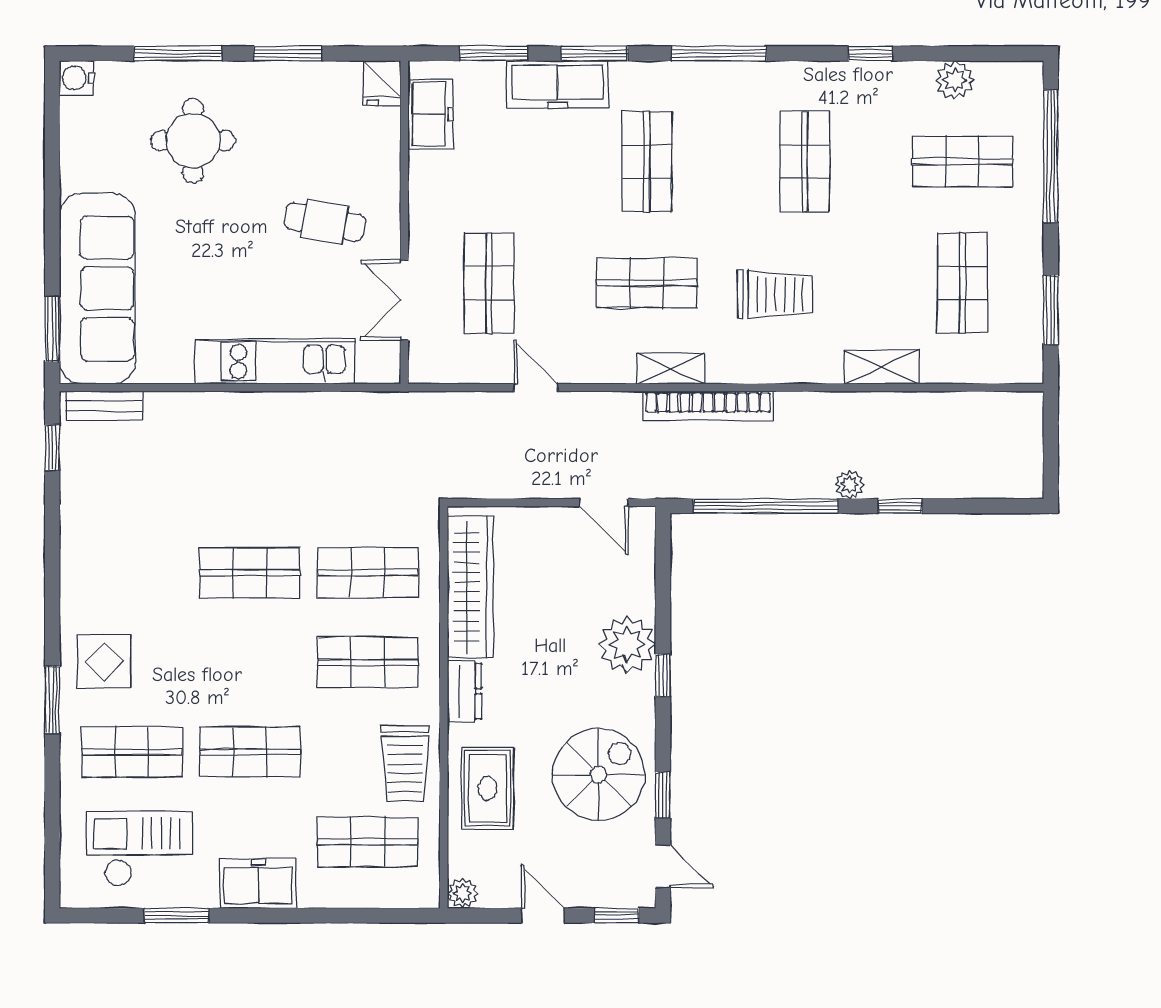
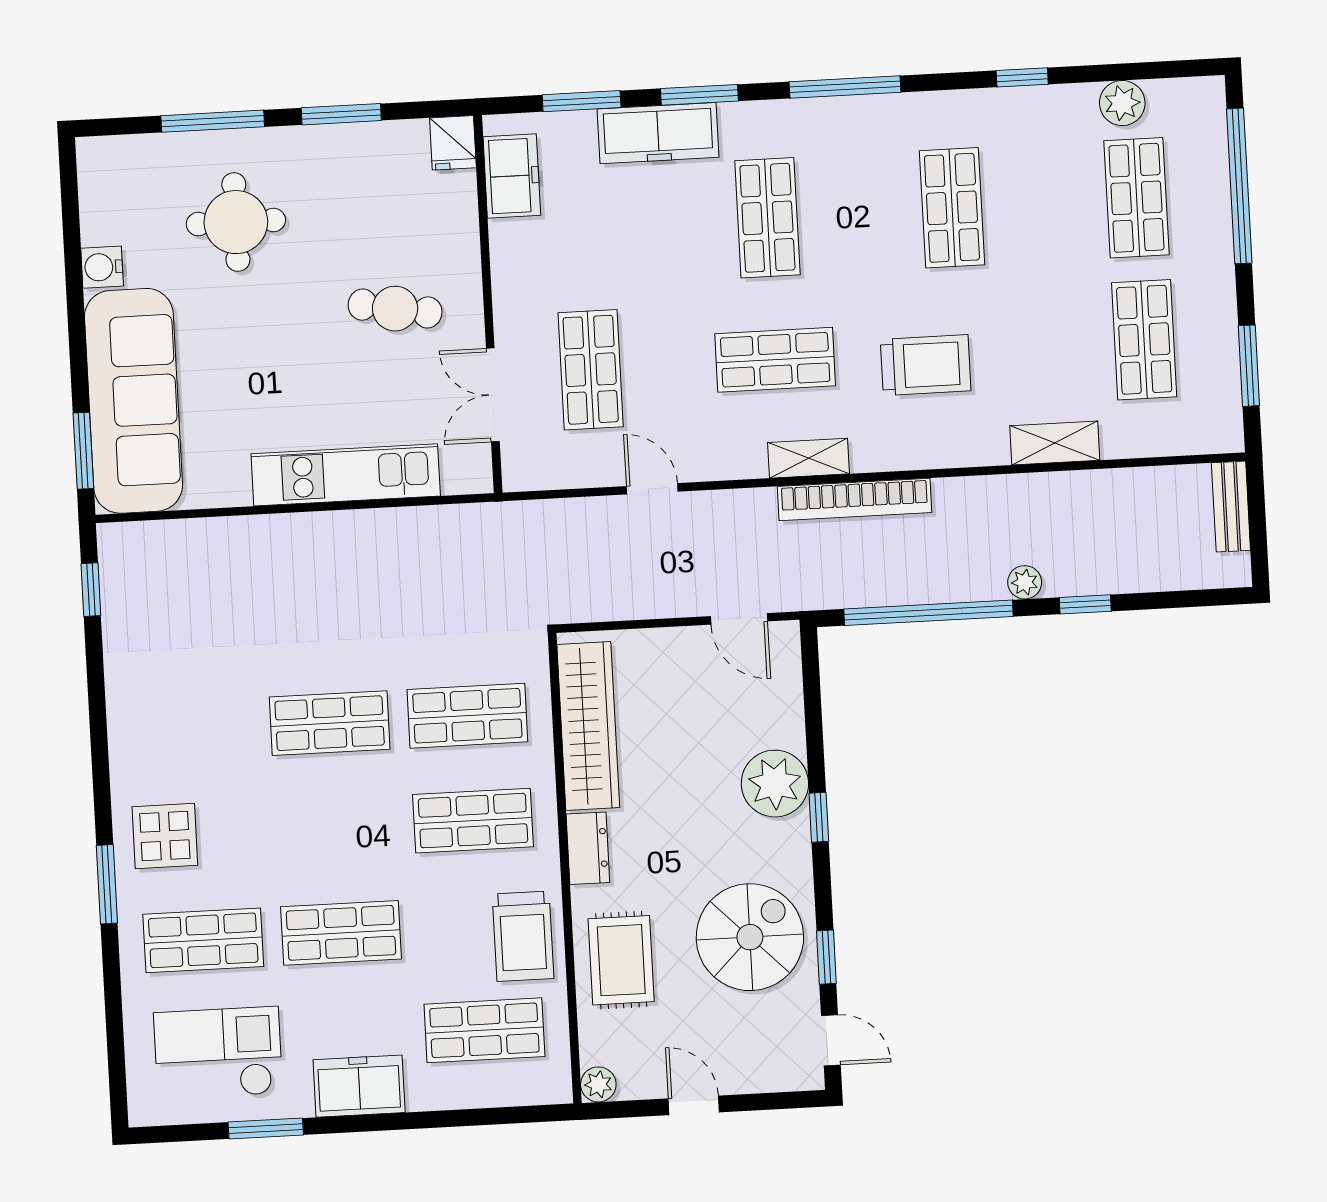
water cooler: (77, 78) -> (102, 267), moved
shop shelf: (963, 162) -> (1136, 198), turned 90
bench: (104, 406) -> (1231, 507), moved, turned 90
window: (617, 915) -> (780, 1101), removed

